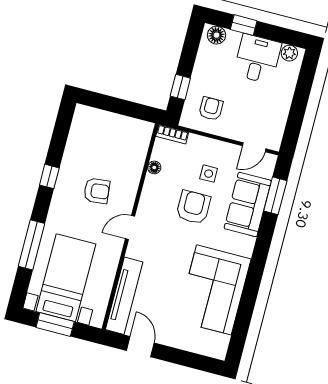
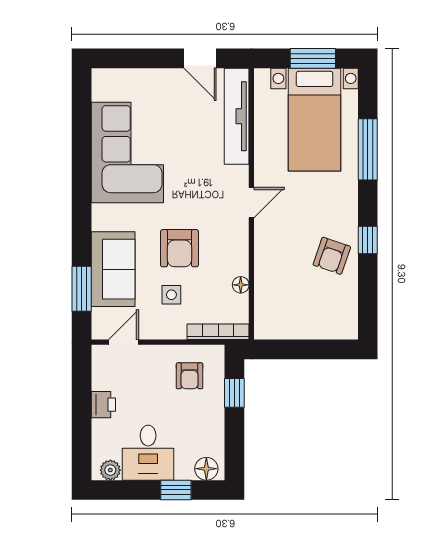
printer: (282, 104) -> (103, 405), added
bookcase: (172, 134) -> (218, 332), width x1.56
armchair: (97, 191) -> (332, 256), moved, turned -65

